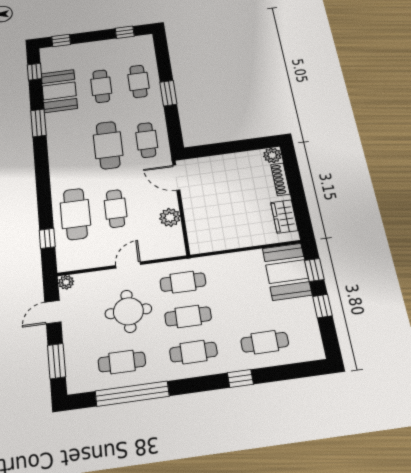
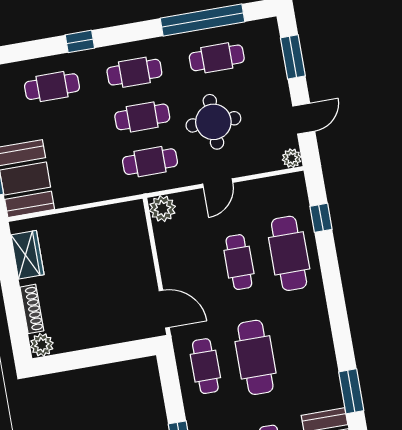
plant: (170, 217) -> (162, 209), moved

